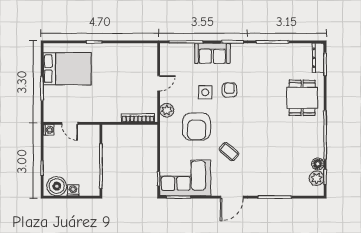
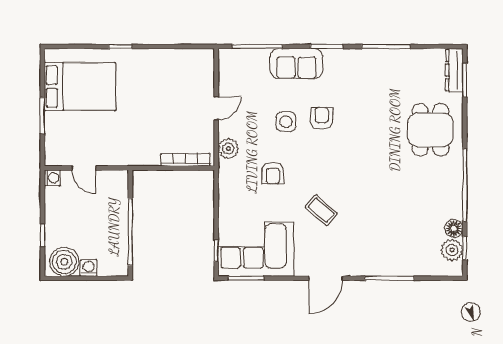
armchair: (197, 127) -> (273, 173), width x0.53, depth x0.53

